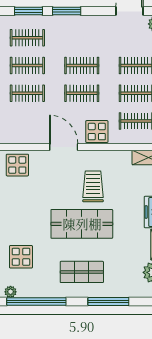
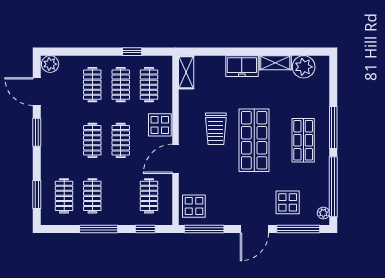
window: (67, 11) -> (37, 132), moved
clothes rail: (27, 93) -> (149, 196), moved
trolley: (93, 186) -> (216, 129), turned -90
window: (108, 301) -> (333, 127), moved

